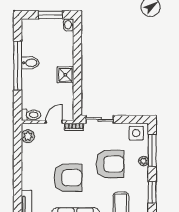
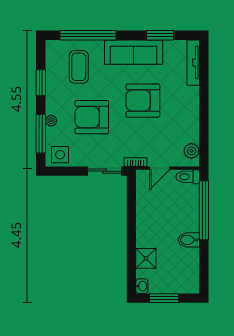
window: (18, 66) -> (204, 210), moved
shower: (65, 75) -> (146, 258), moved

